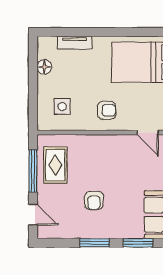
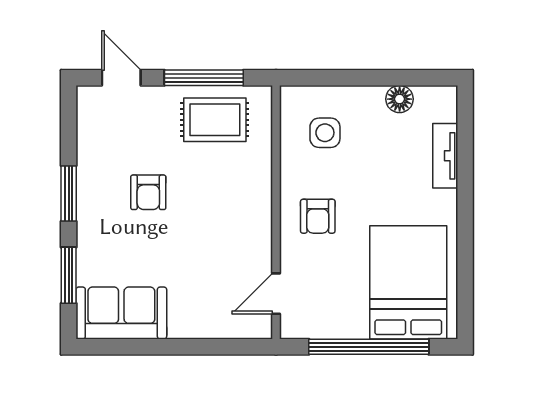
armchair: (94, 200) -> (148, 192), turned -90
door: (33, 215) -> (121, 78), swing flipped

